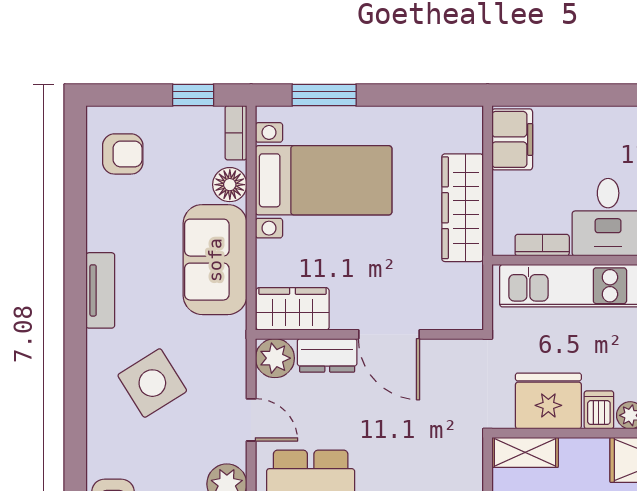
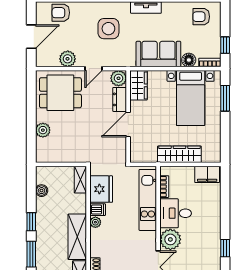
armchair: (123, 154) -> (201, 17), turned 90
side table: (152, 383) -> (108, 29), turned 32

